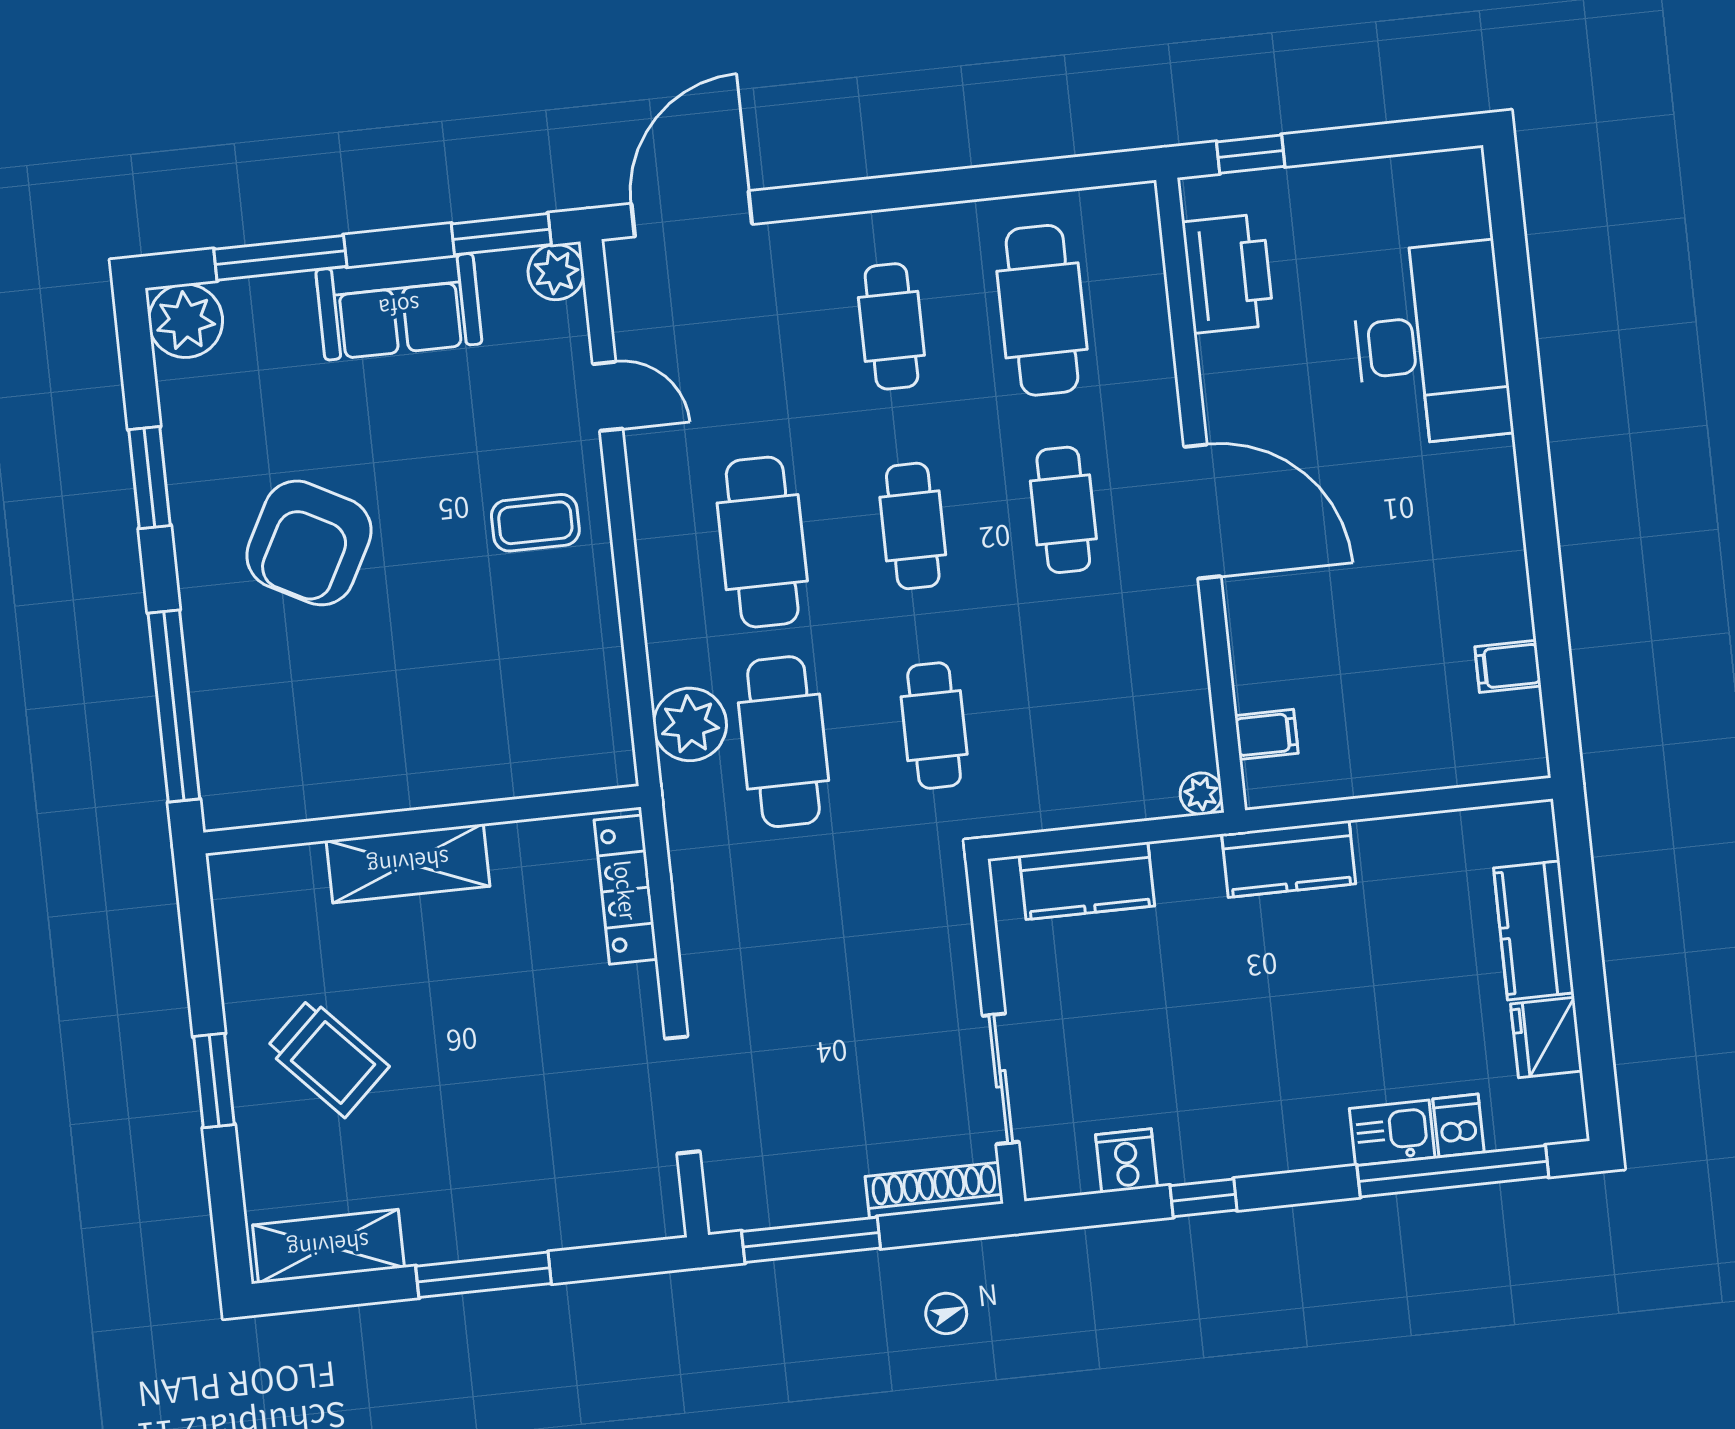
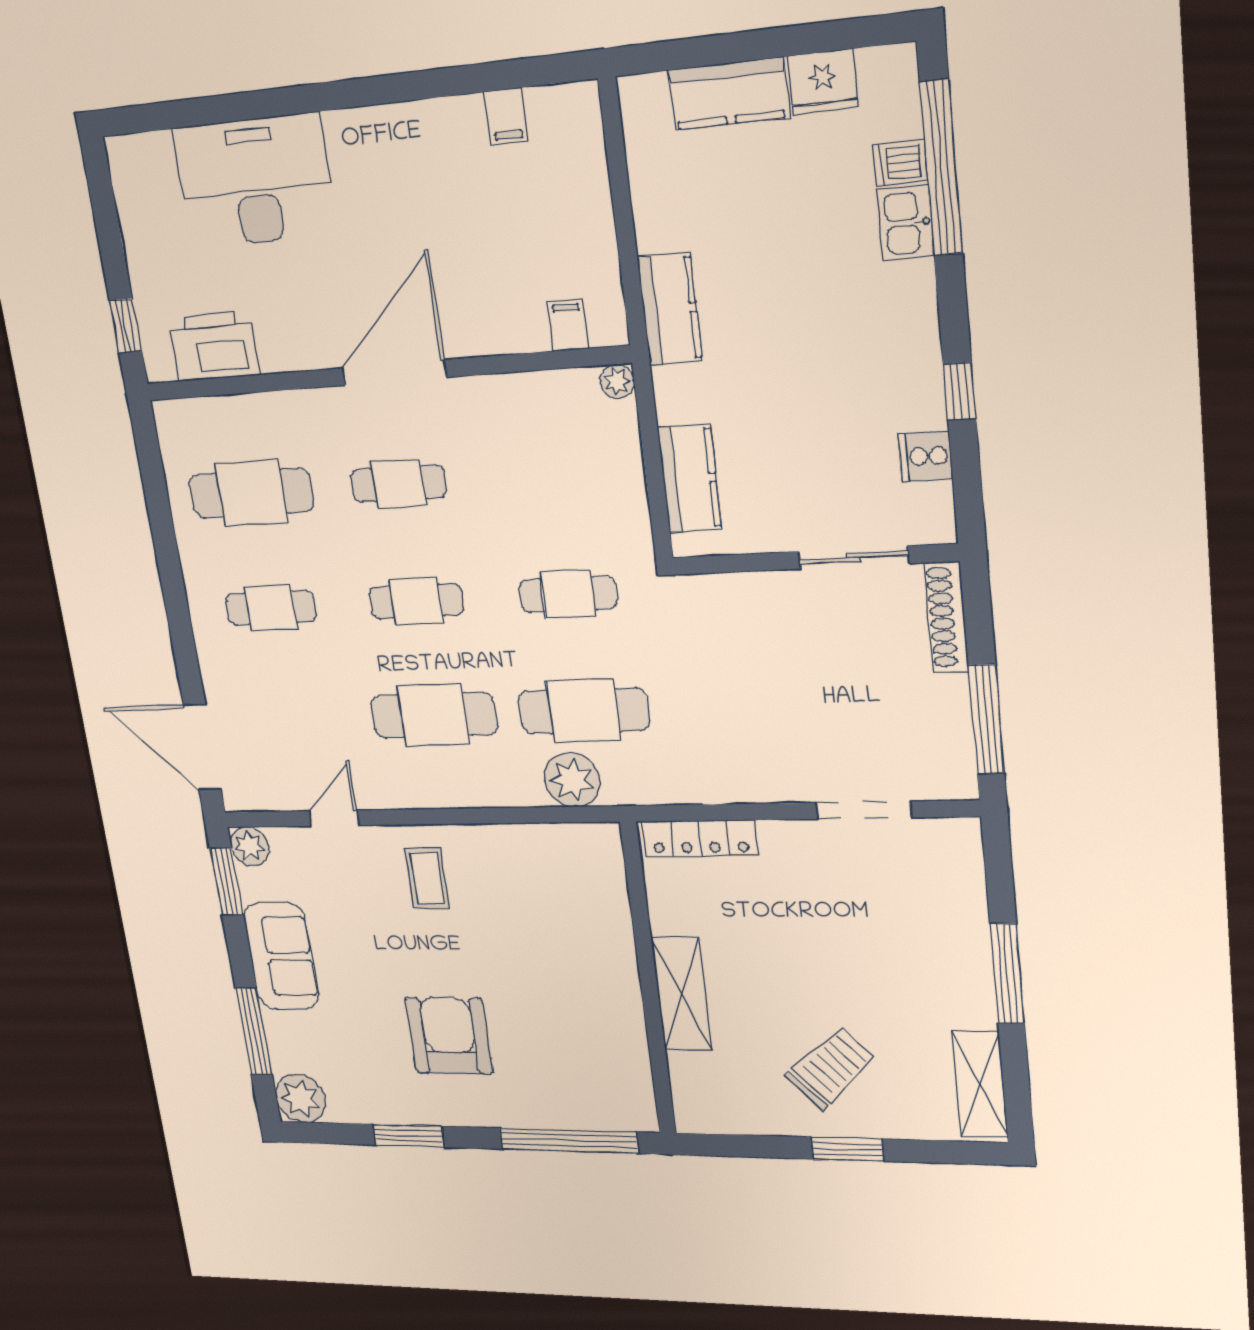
armchair: (309, 543) -> (449, 1036), turned -118

